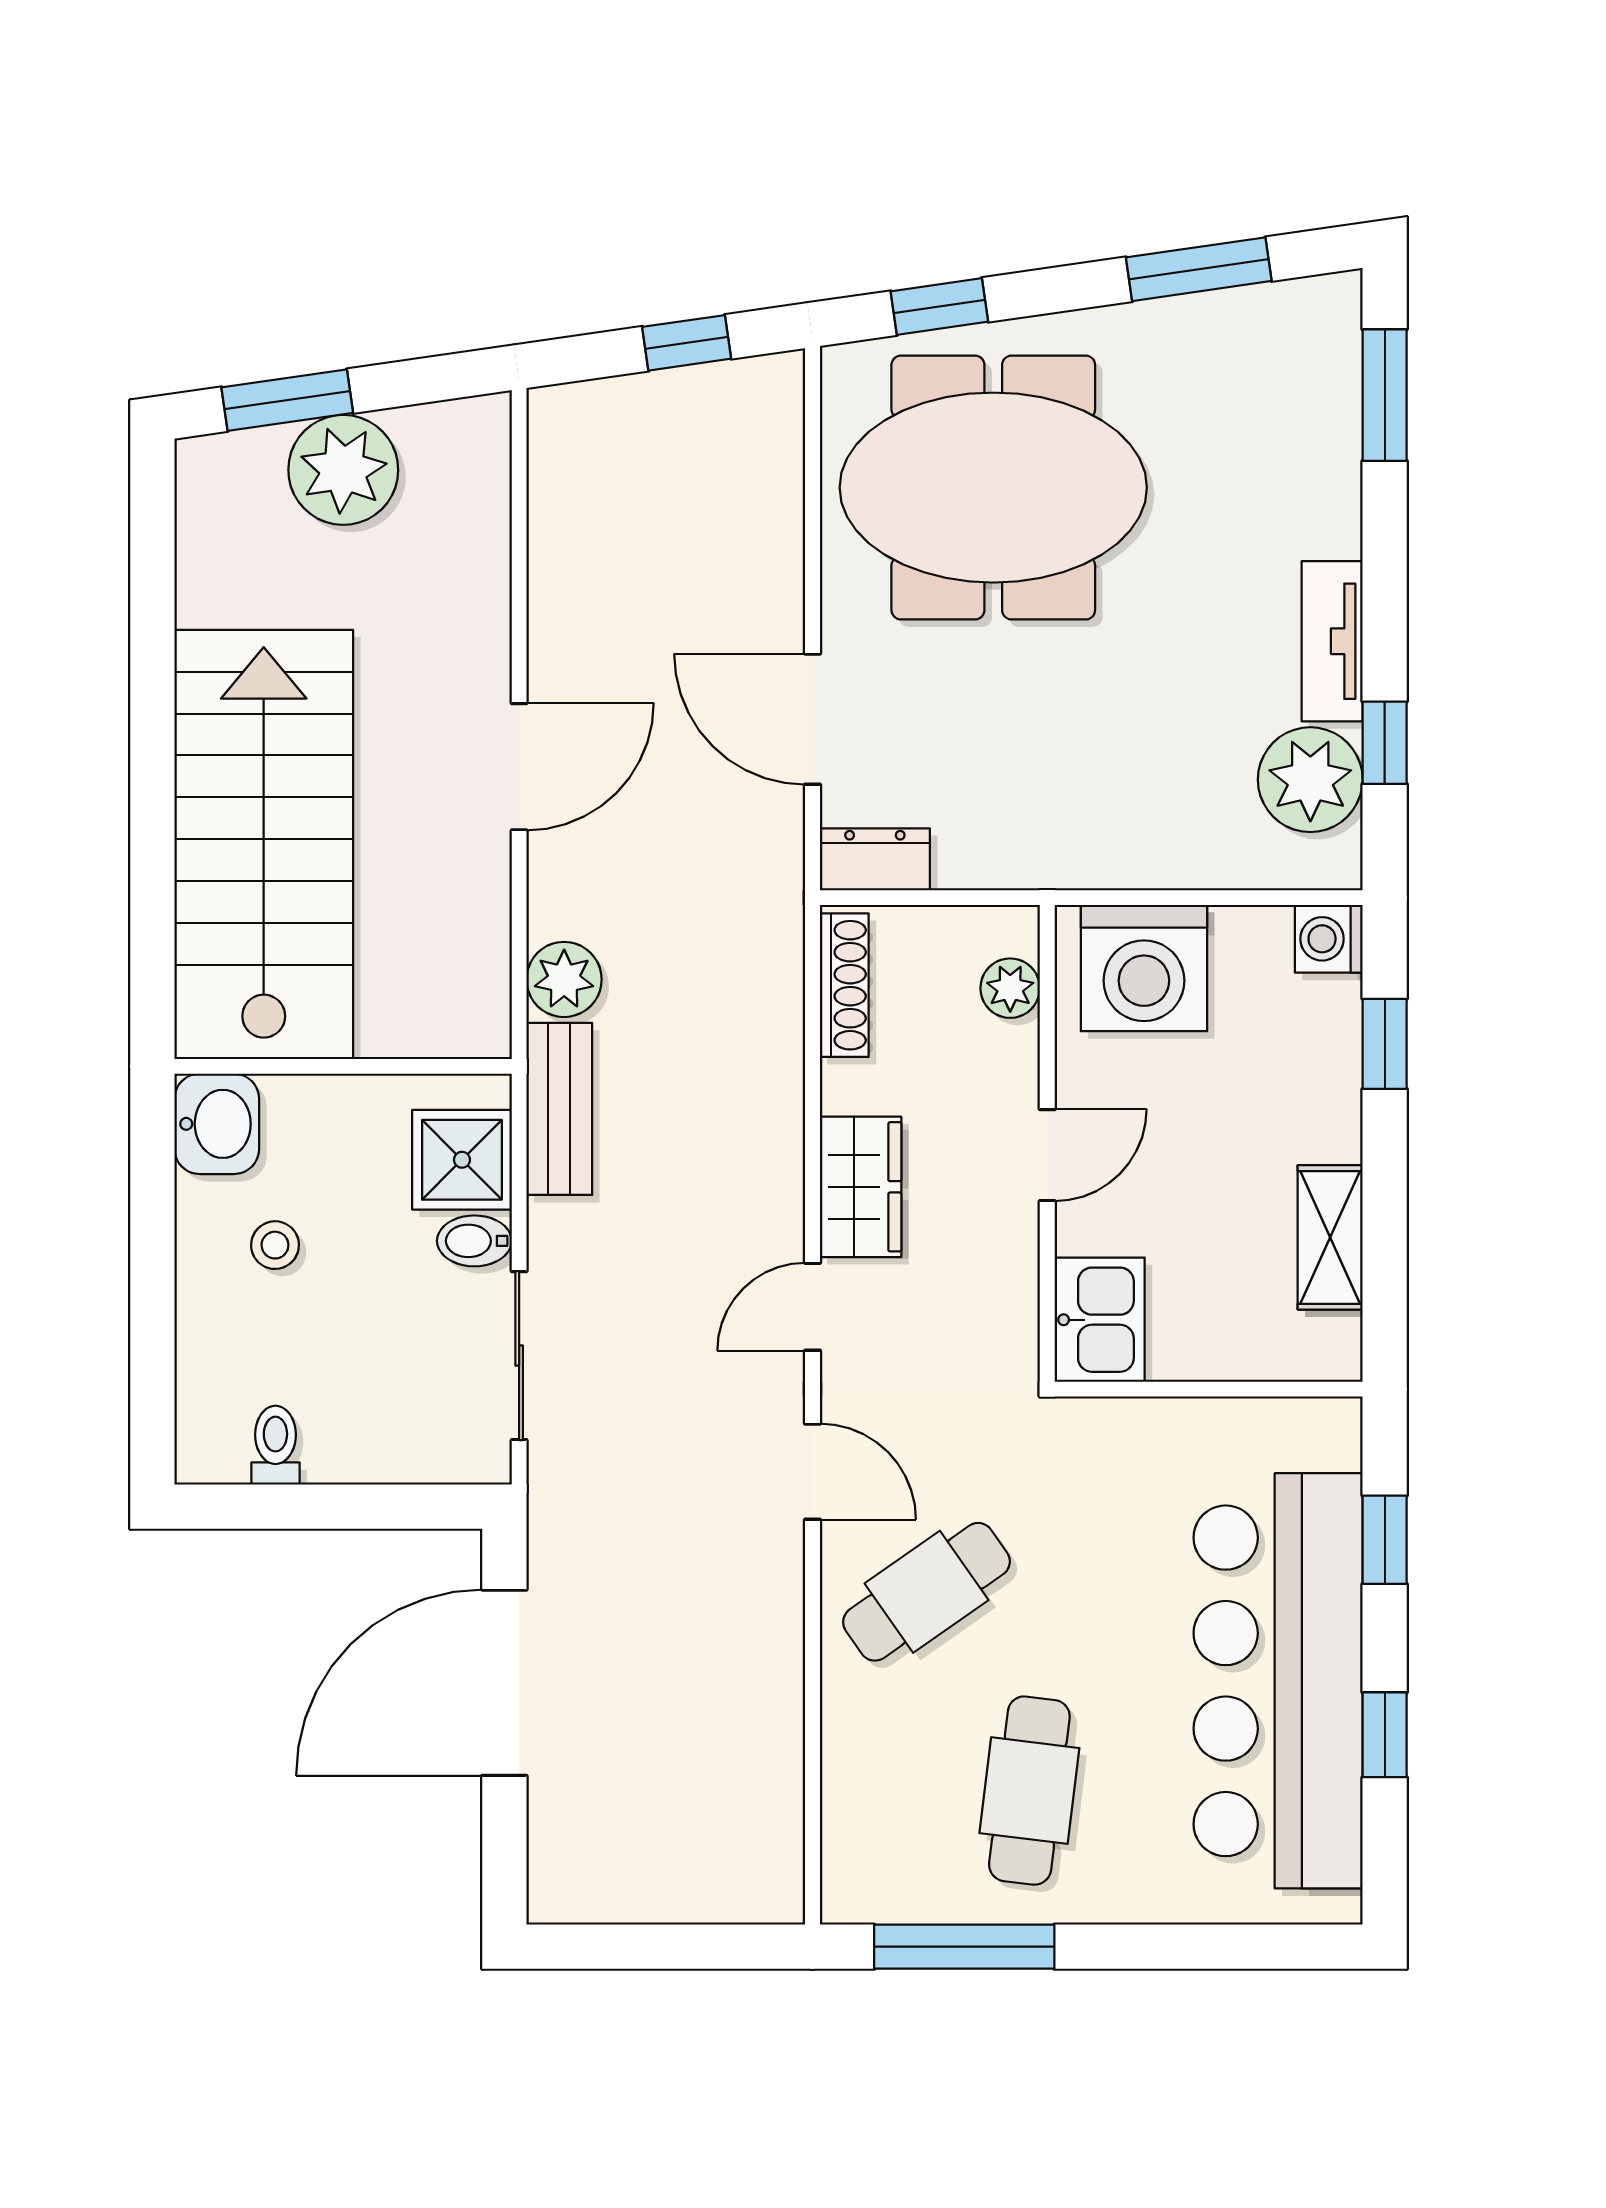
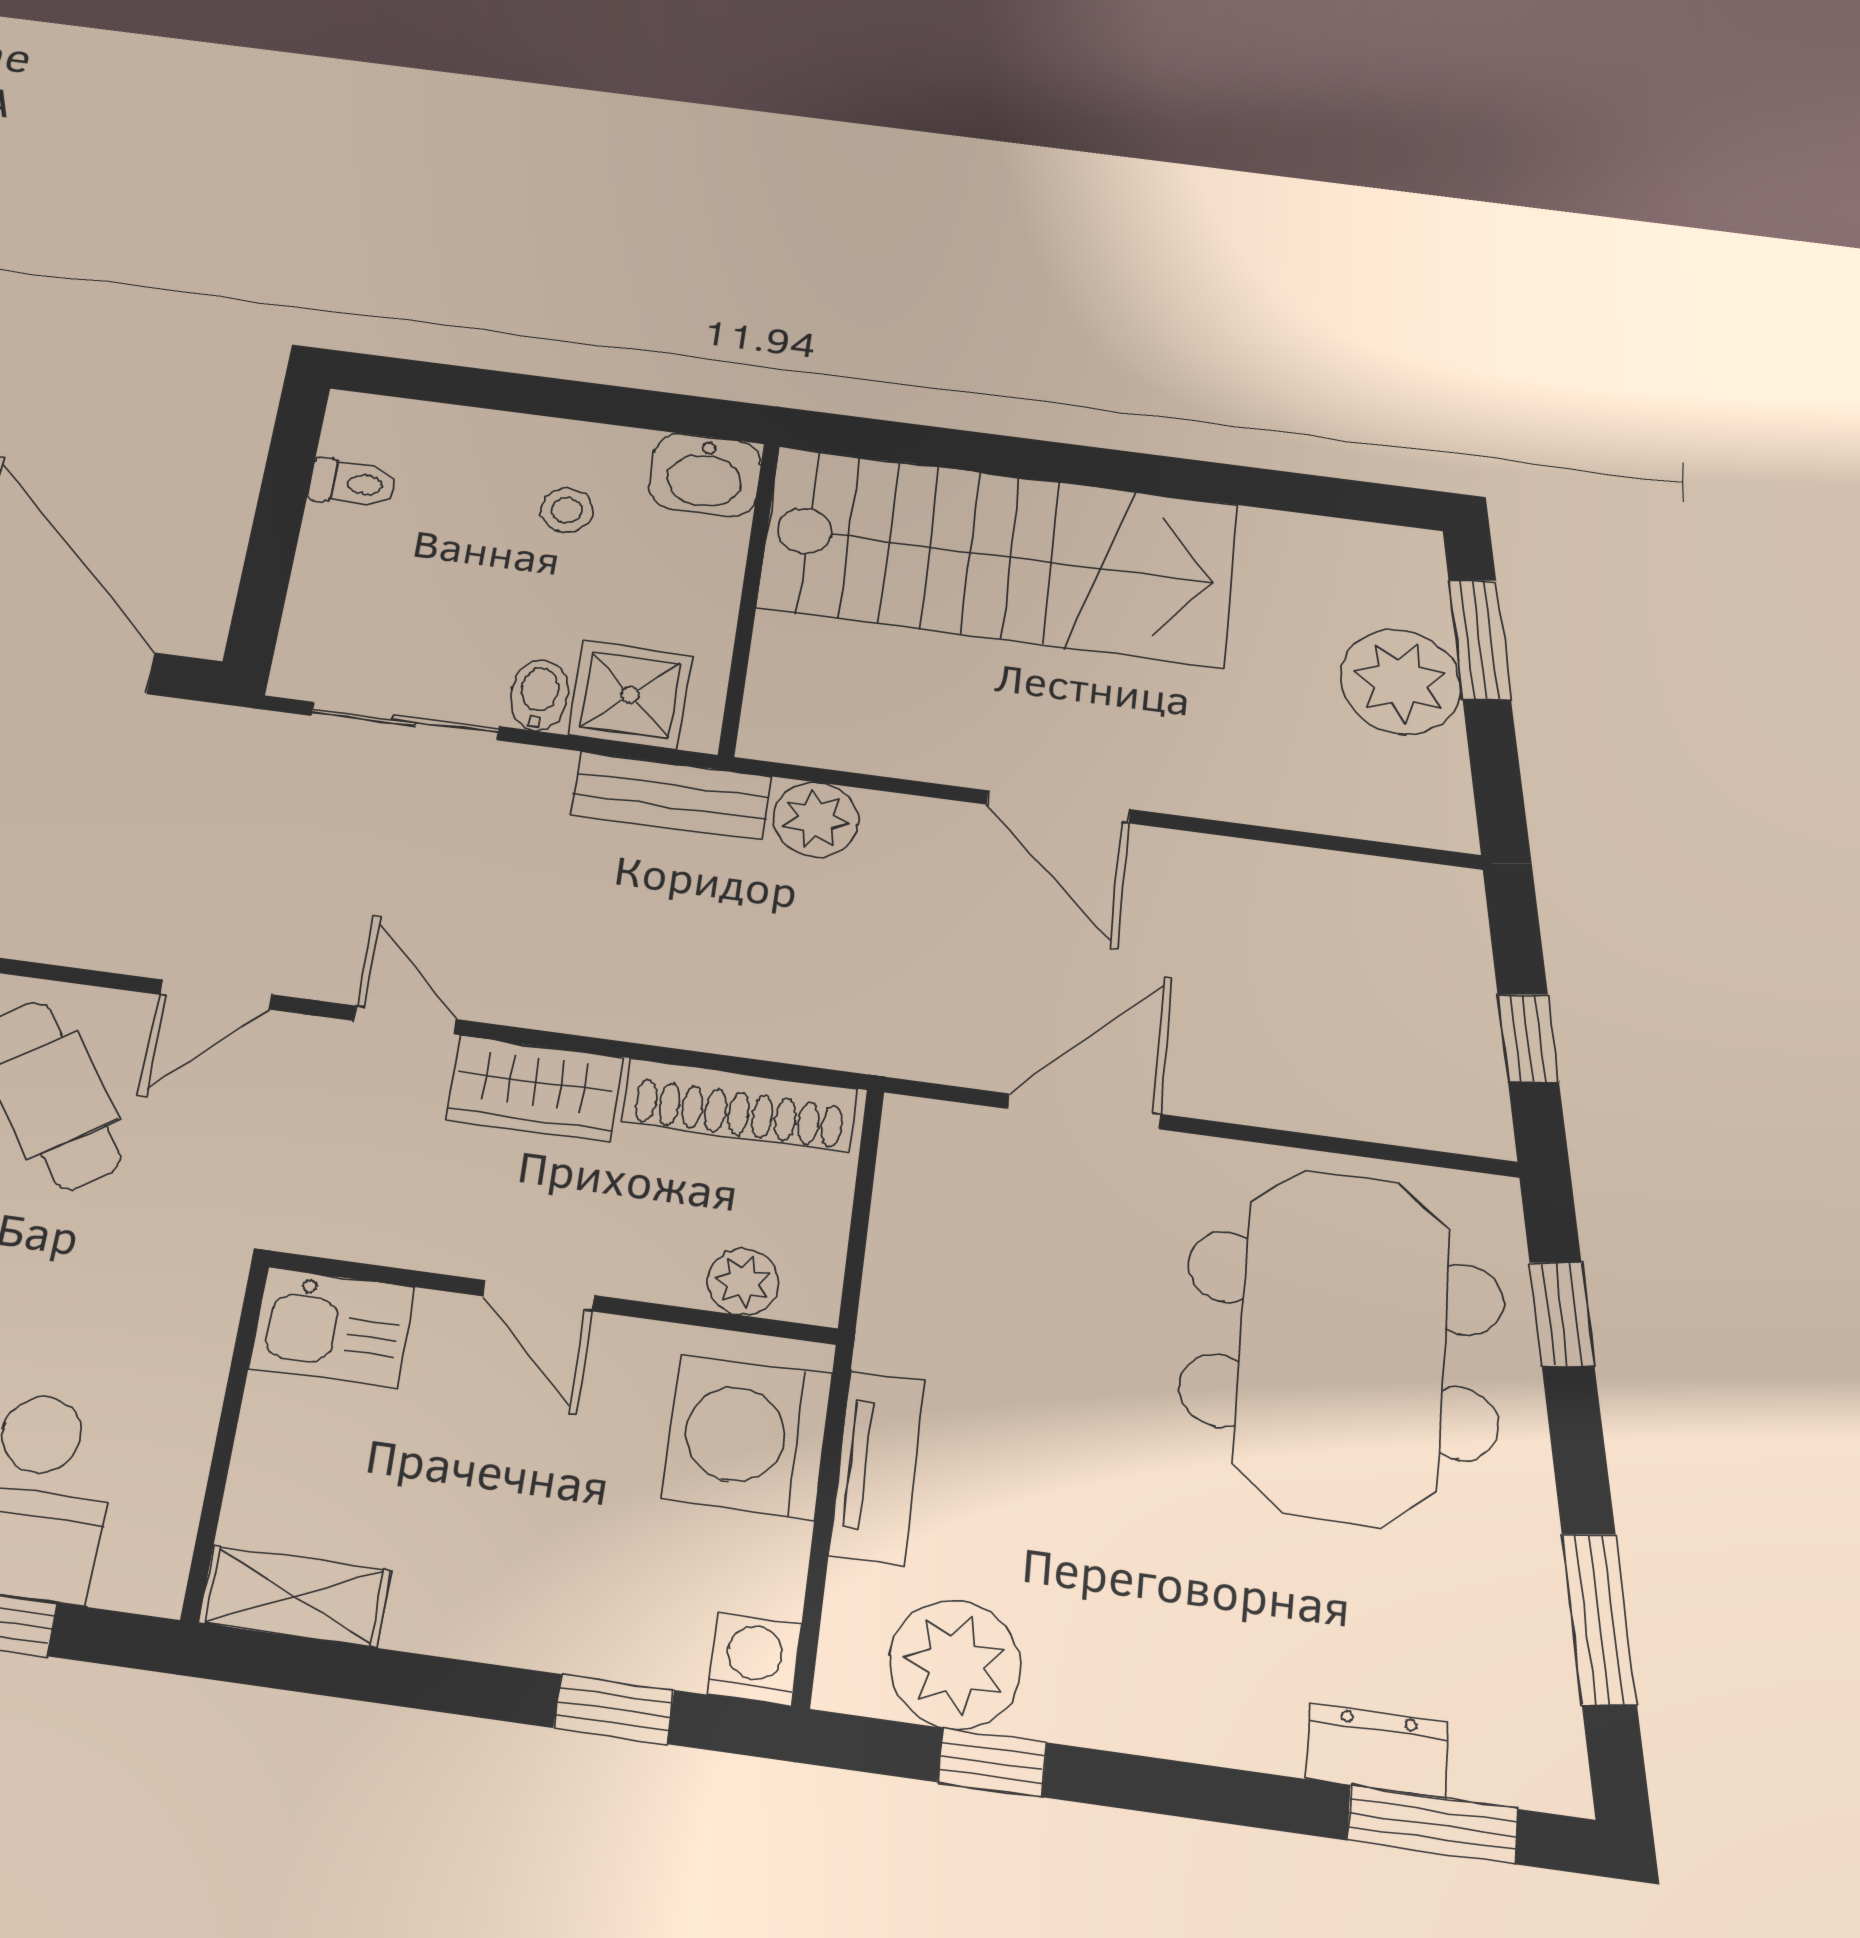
tv unit: (1332, 641) -> (877, 1467), moved, turned 90
dresser: (875, 859) -> (1377, 1750), moved, turned -90
shoe rack: (844, 985) -> (740, 1105), width x1.36, depth x1.24
shelving: (1330, 1237) -> (295, 1596), moved

